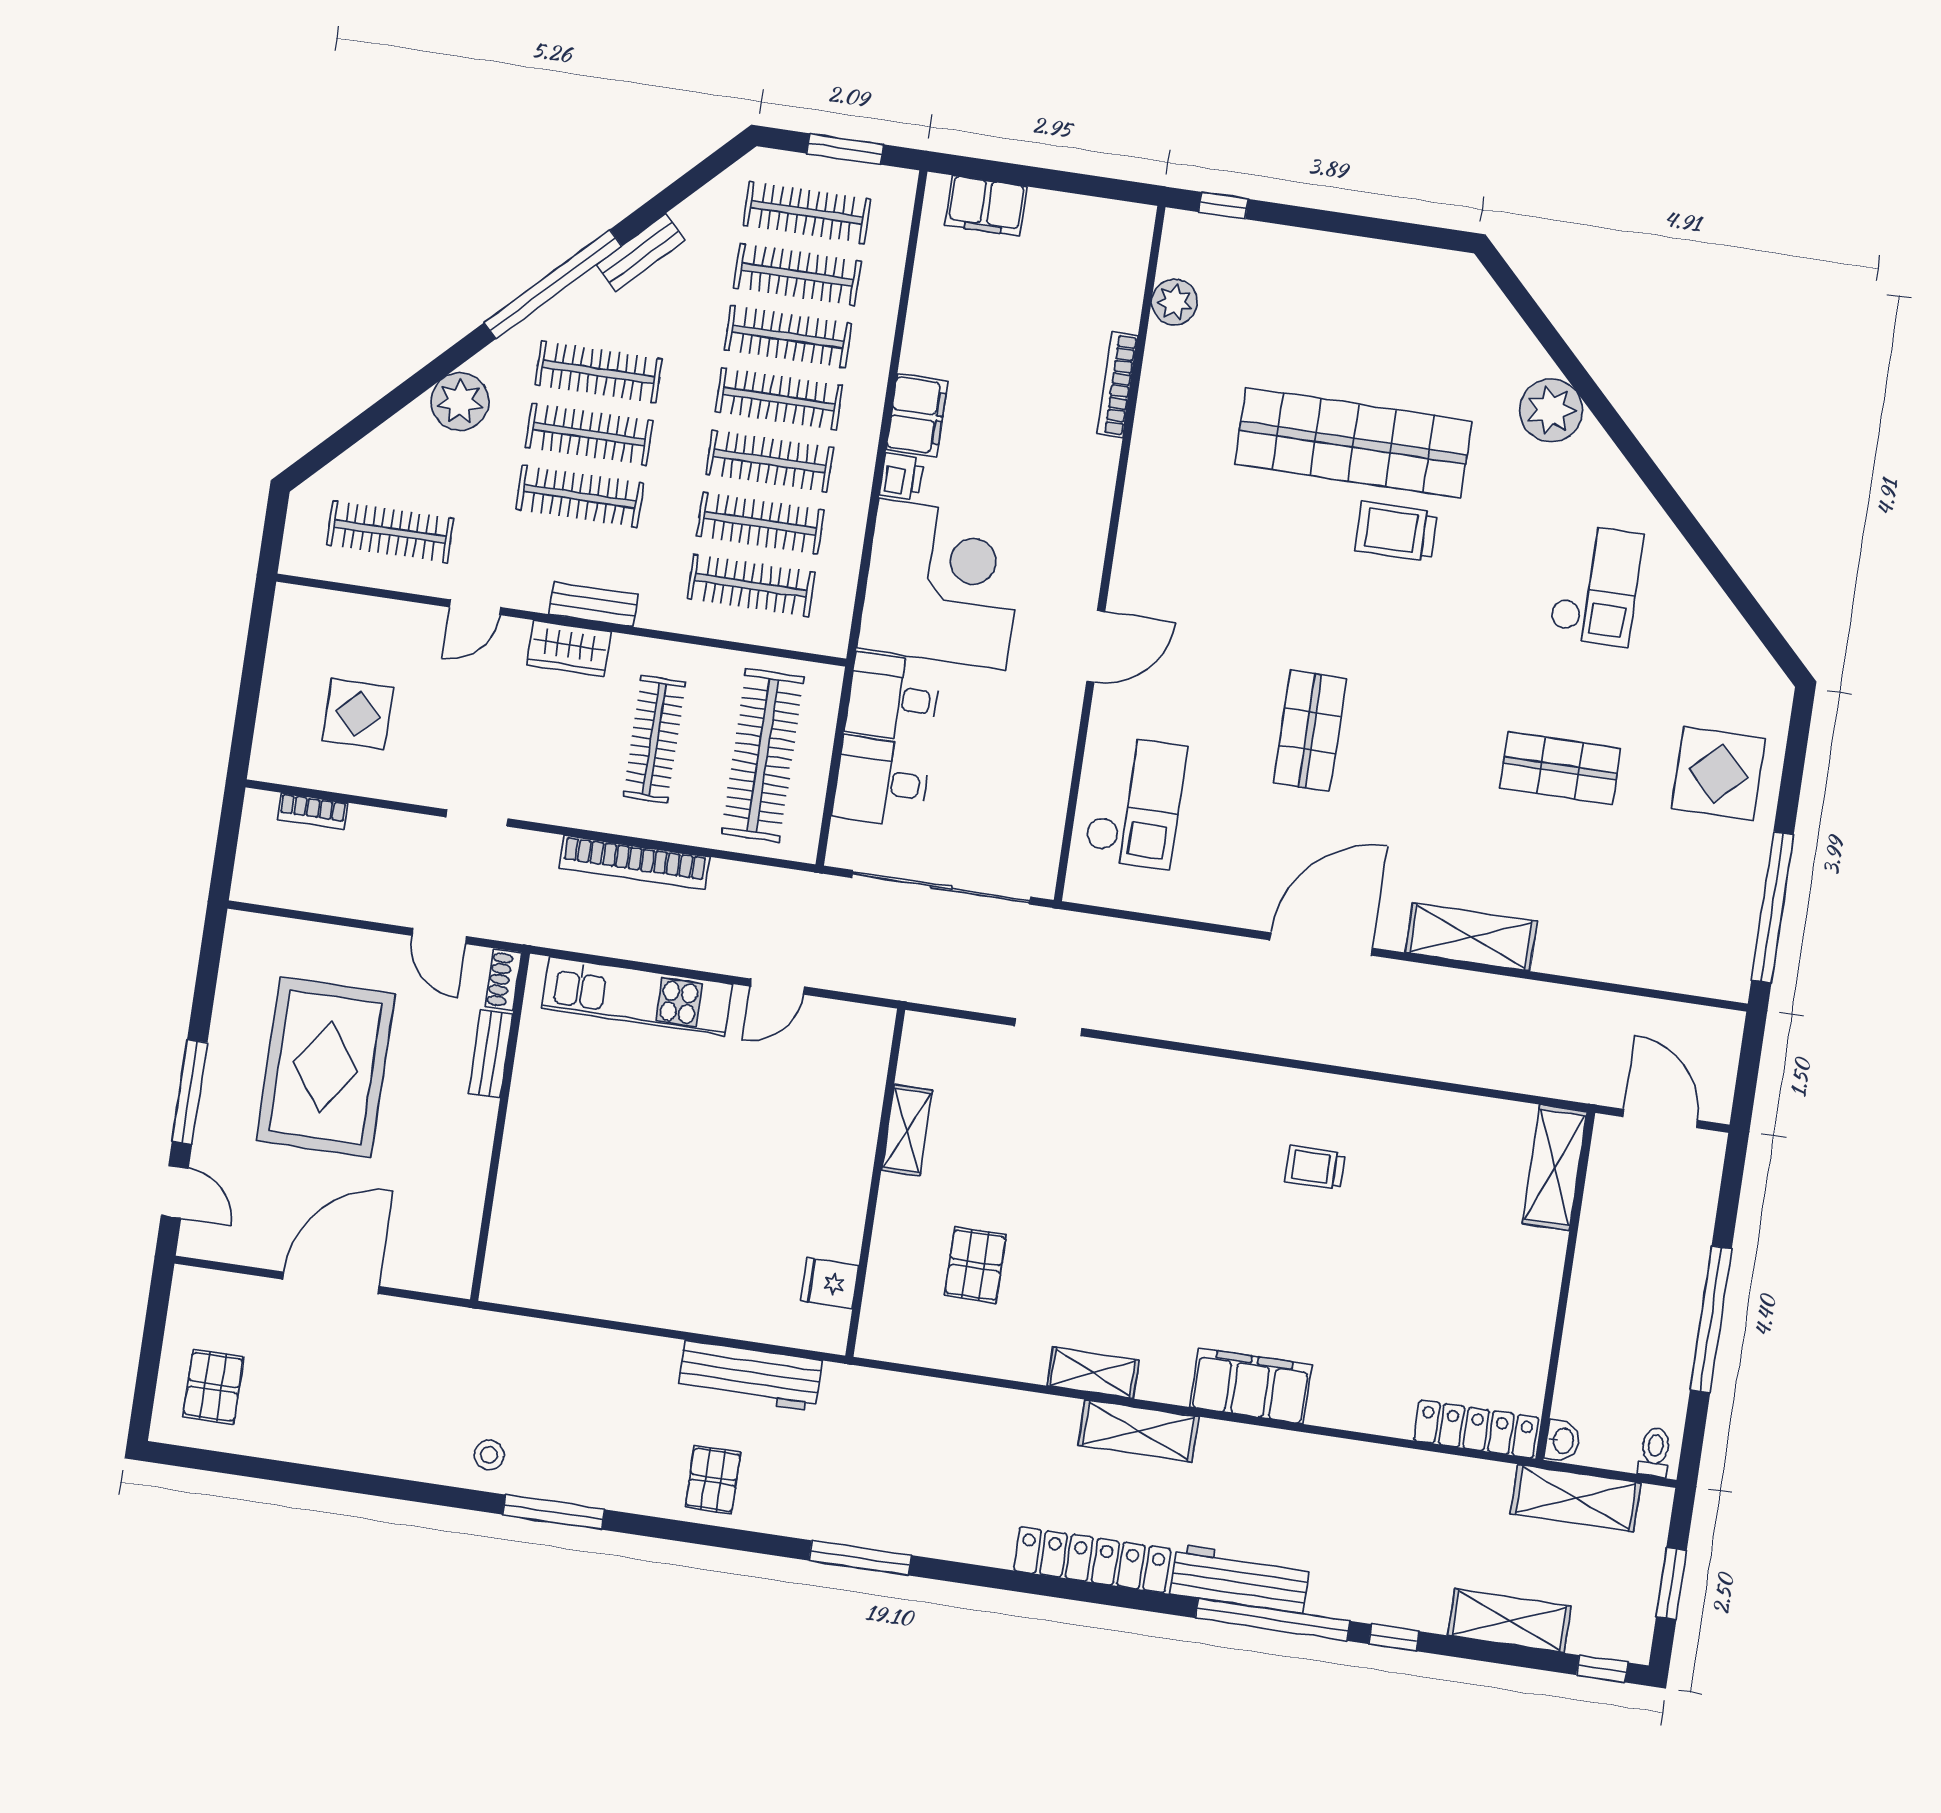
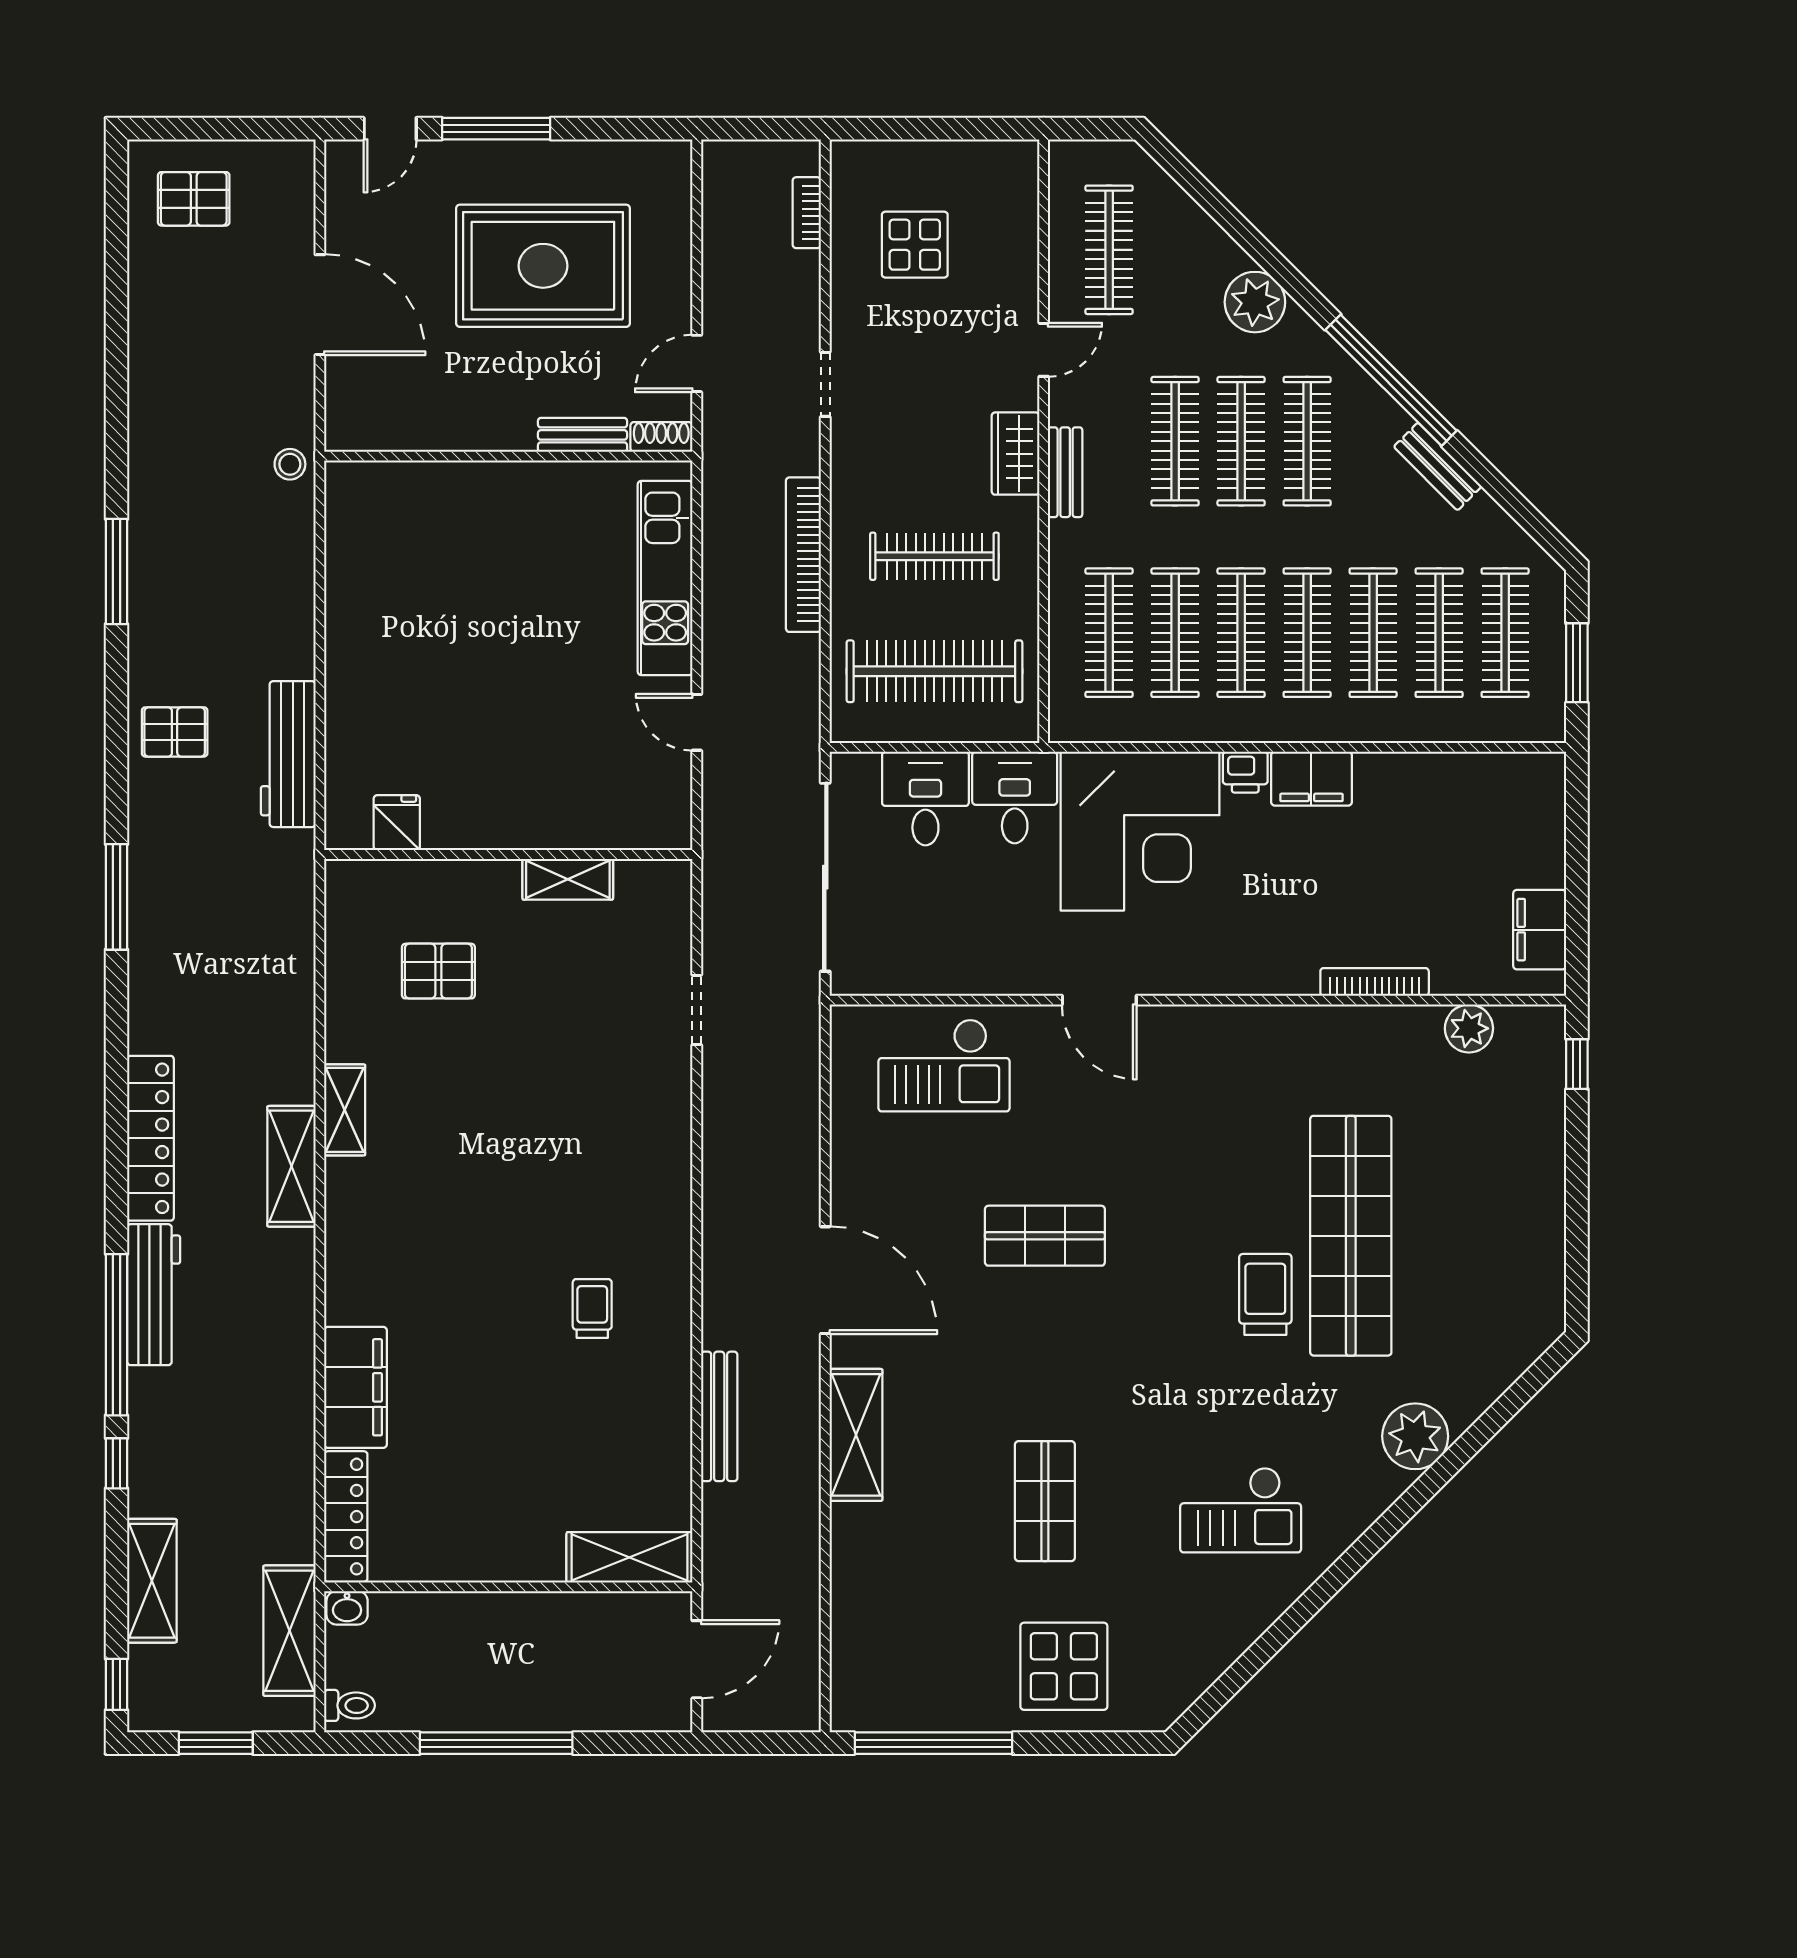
filing cabinet: (986, 206) -> (1540, 930), moved
door: (475, 607) -> (1044, 350), swing flipped
bench: (1434, 1063) -> (719, 1416), added
filing cabinet: (1251, 1386) -> (356, 1387), moved
stool: (489, 1455) -> (290, 464), moved

